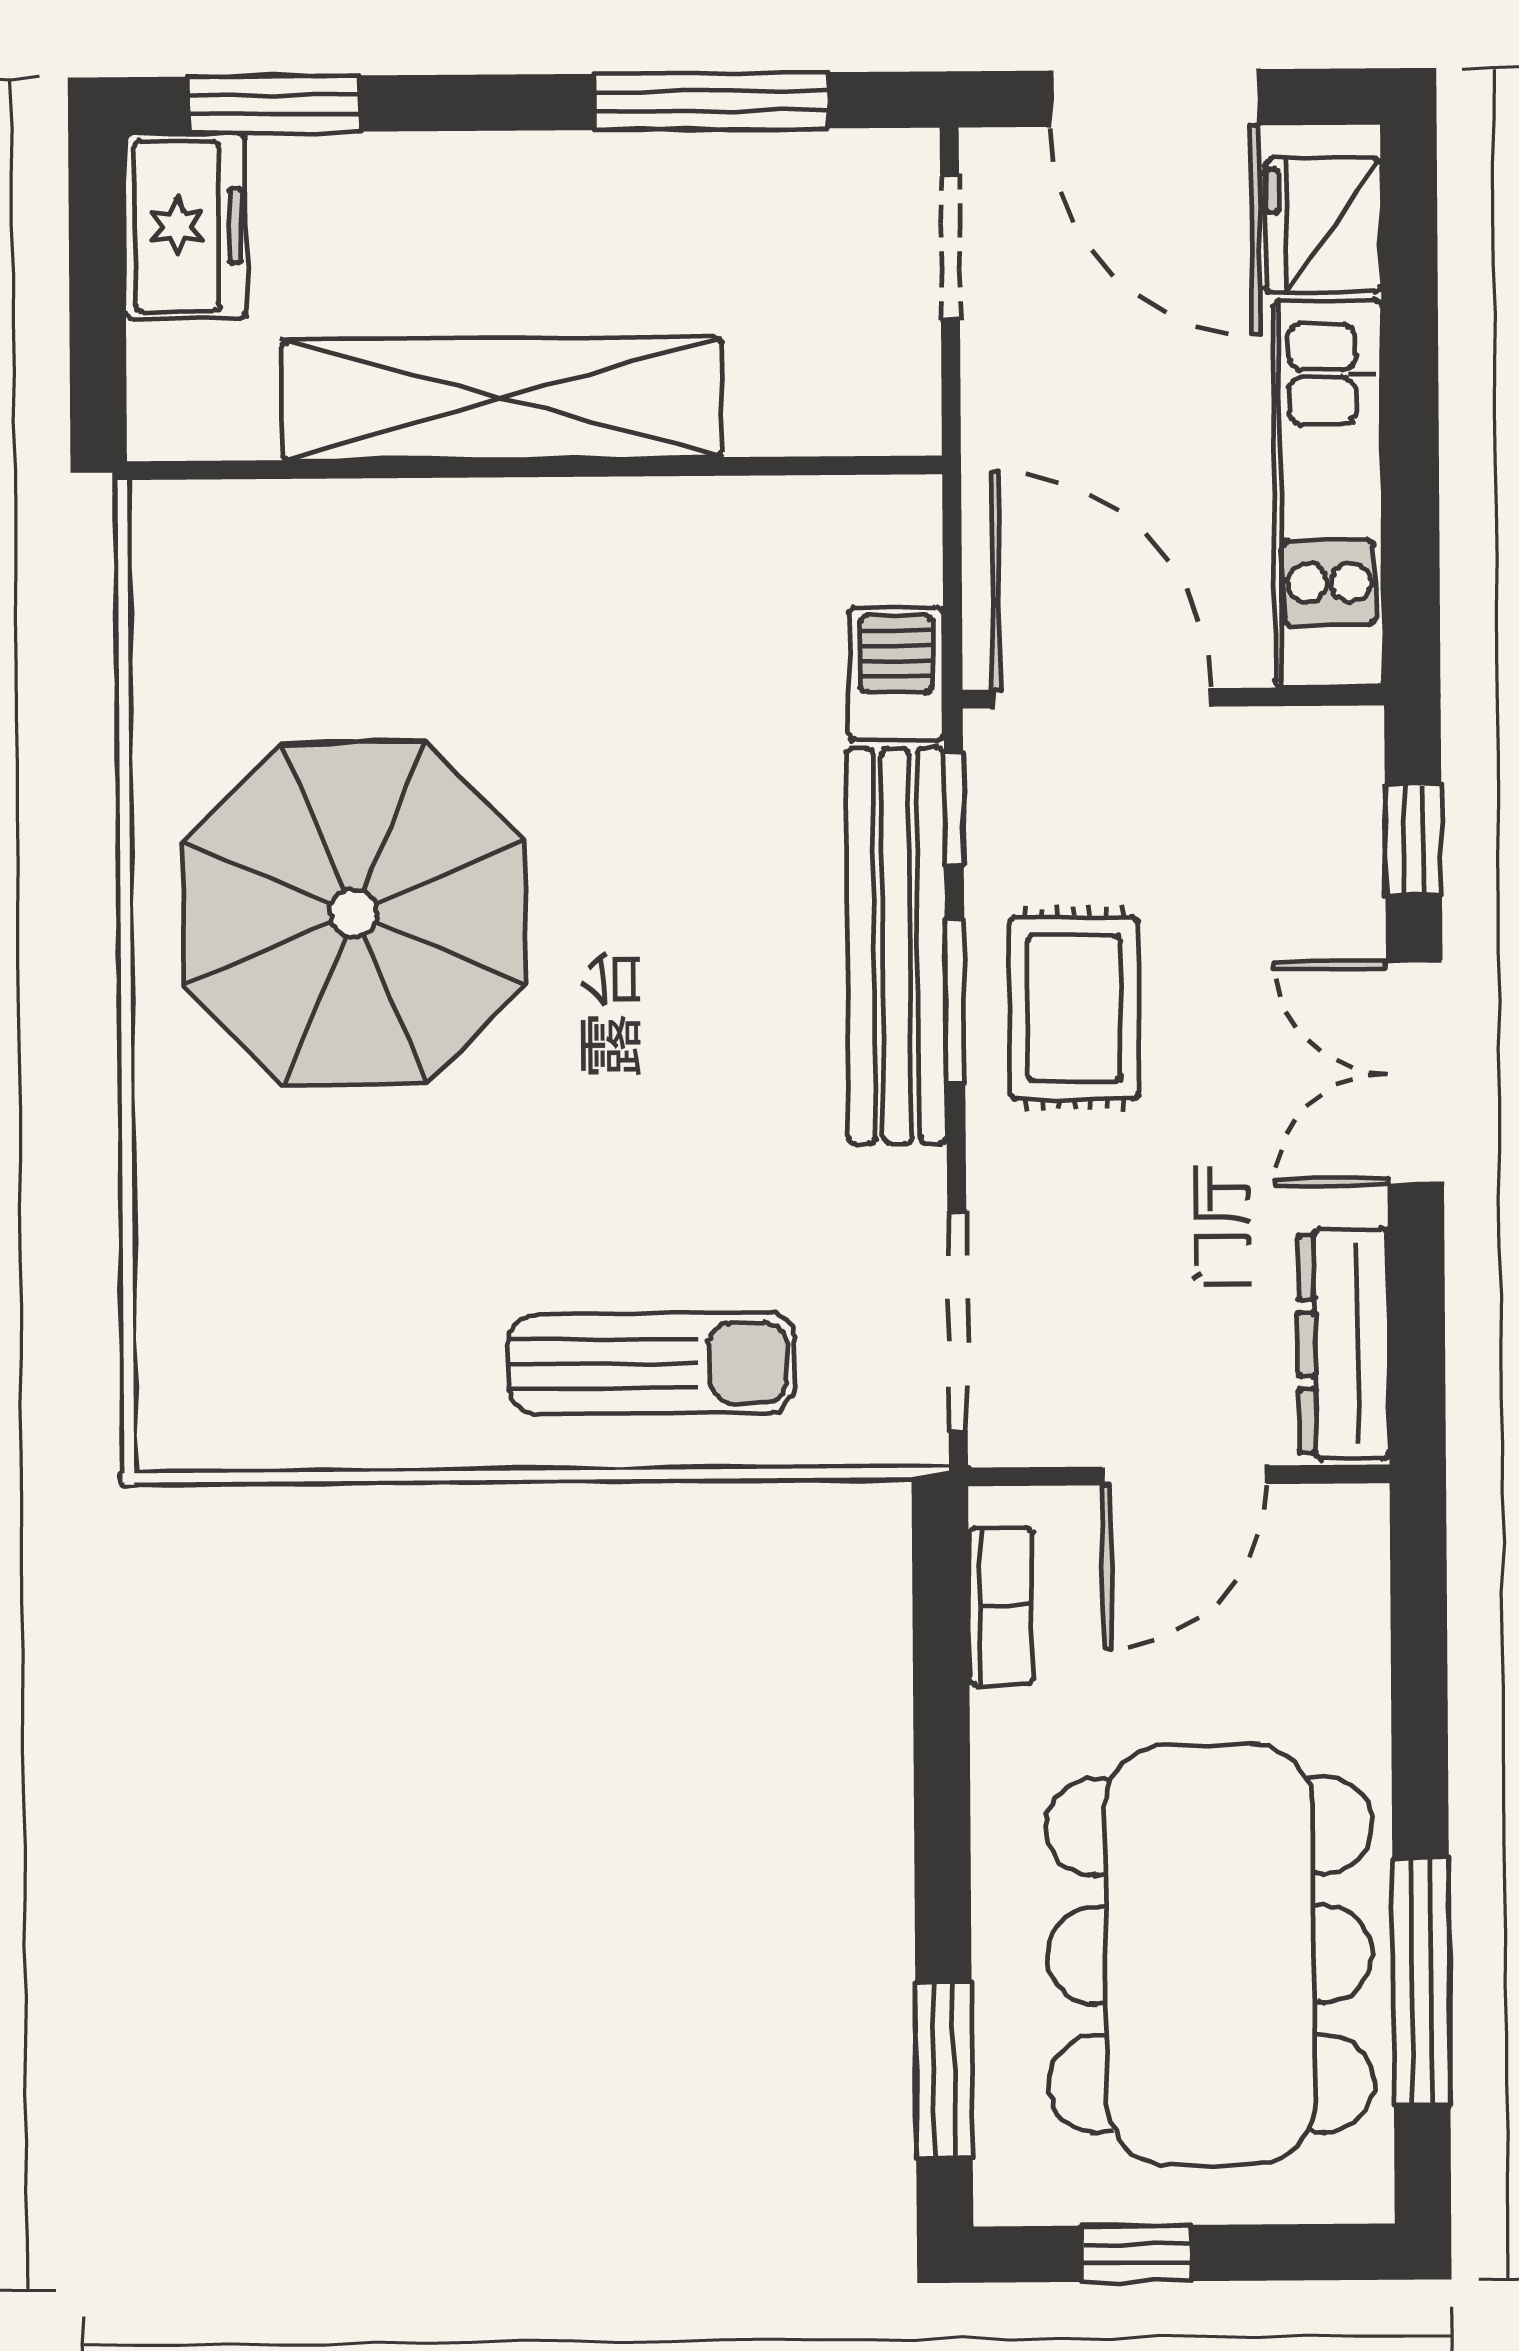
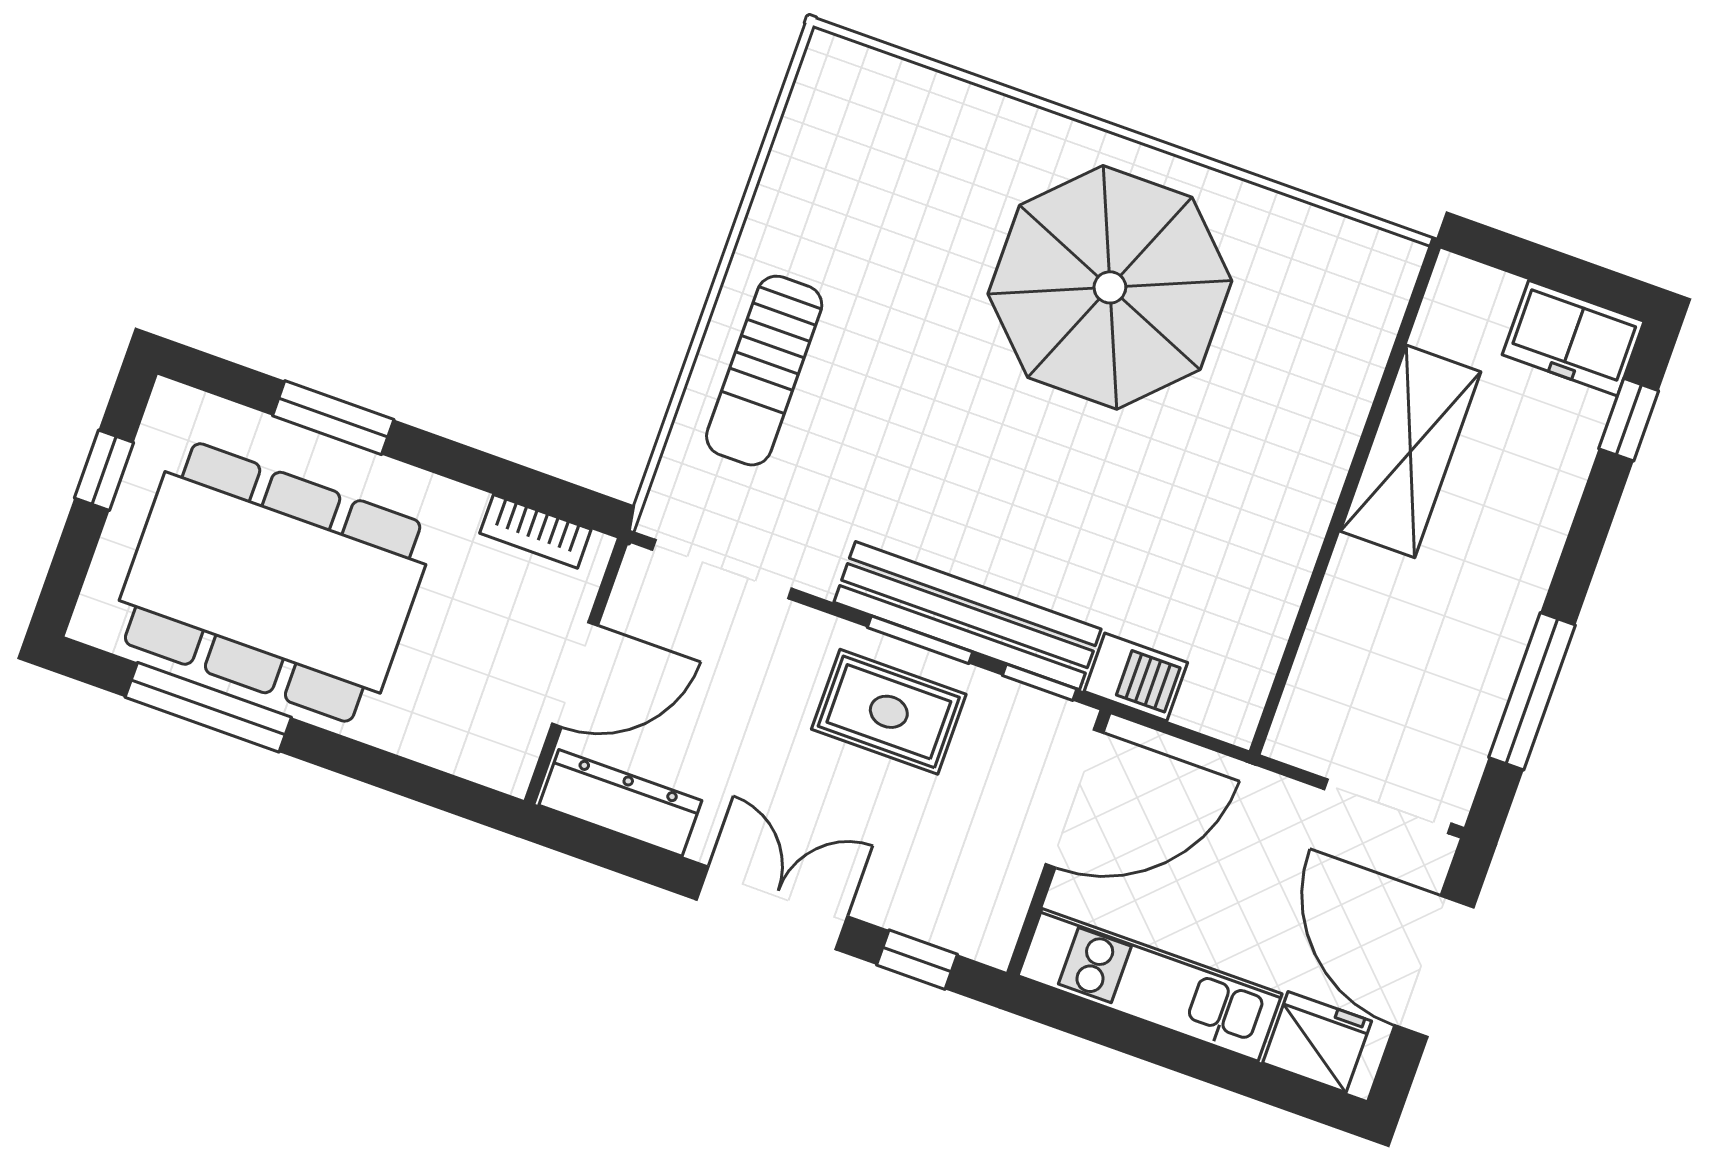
door: (1154, 98) -> (1434, 966), hinge flipped
window: (273, 104) -> (1629, 420), width x0.67
doorway: (950, 247) -> (1388, 806), width x1.38
shelving: (502, 399) -> (1410, 451), width x0.68
door: (1184, 1475) -> (575, 675), swing flipped
window: (944, 2070) -> (333, 418), moved

